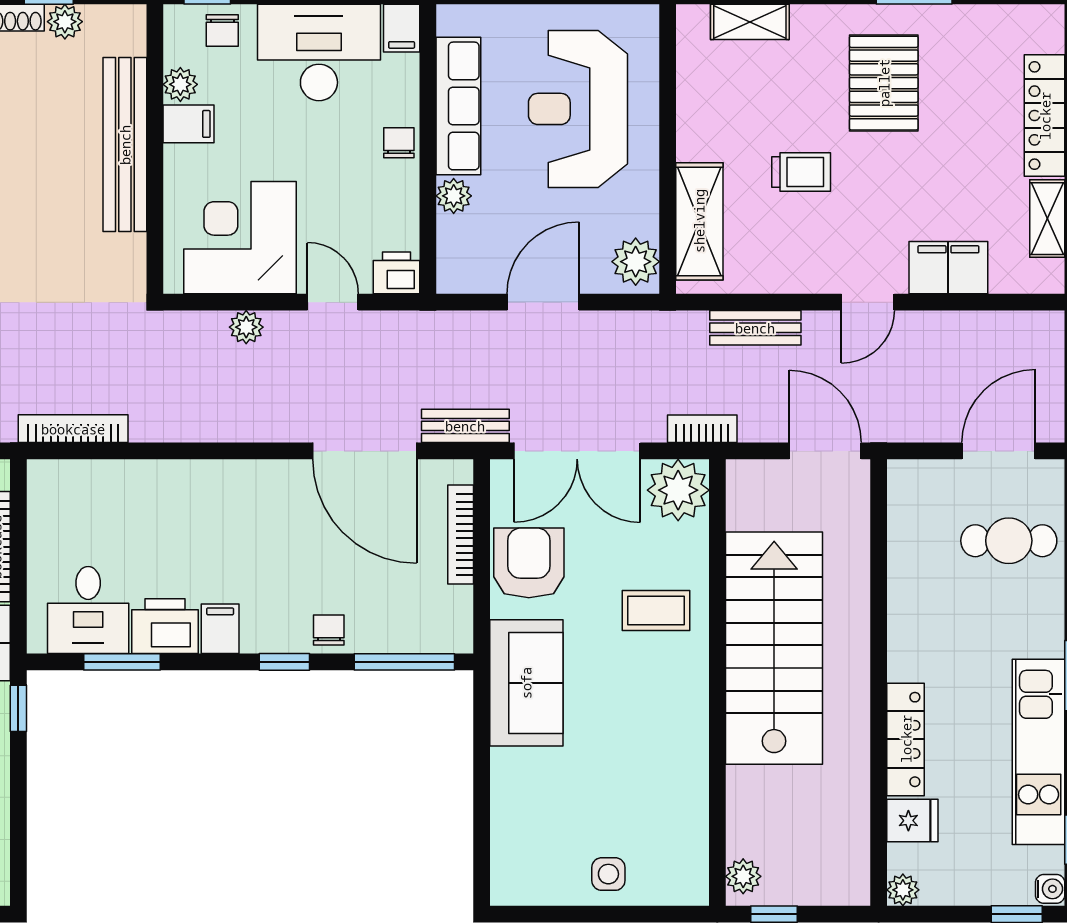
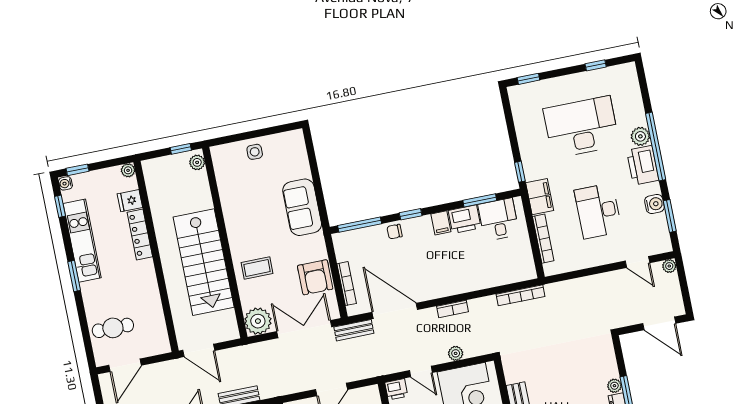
bookcase: (702, 429) -> (452, 309), moved
chair: (329, 630) -> (395, 232), turned 90
sofa: (526, 683) -> (302, 207), moved

